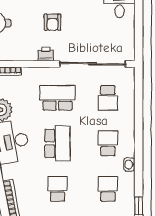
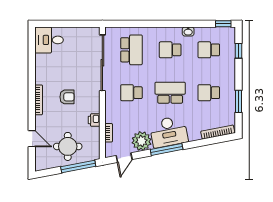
printer: (46, 54) -> (94, 120), moved
school desk: (57, 98) -> (131, 93), width x0.54
school desk: (108, 98) -> (131, 50), width x1.85

